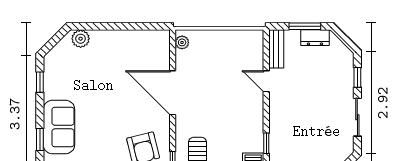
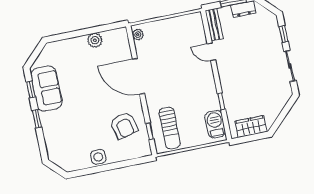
plant: (81, 39) -> (95, 40), moved
sofa: (59, 127) -> (46, 89), moved
window: (40, 139) -> (37, 119), moved

